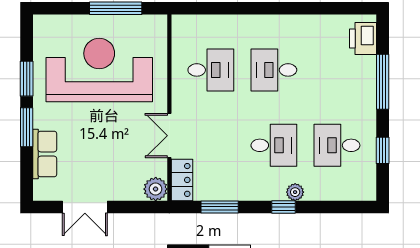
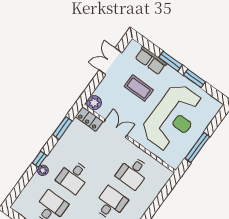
coffee table: (93, 144) -> (139, 88), added

